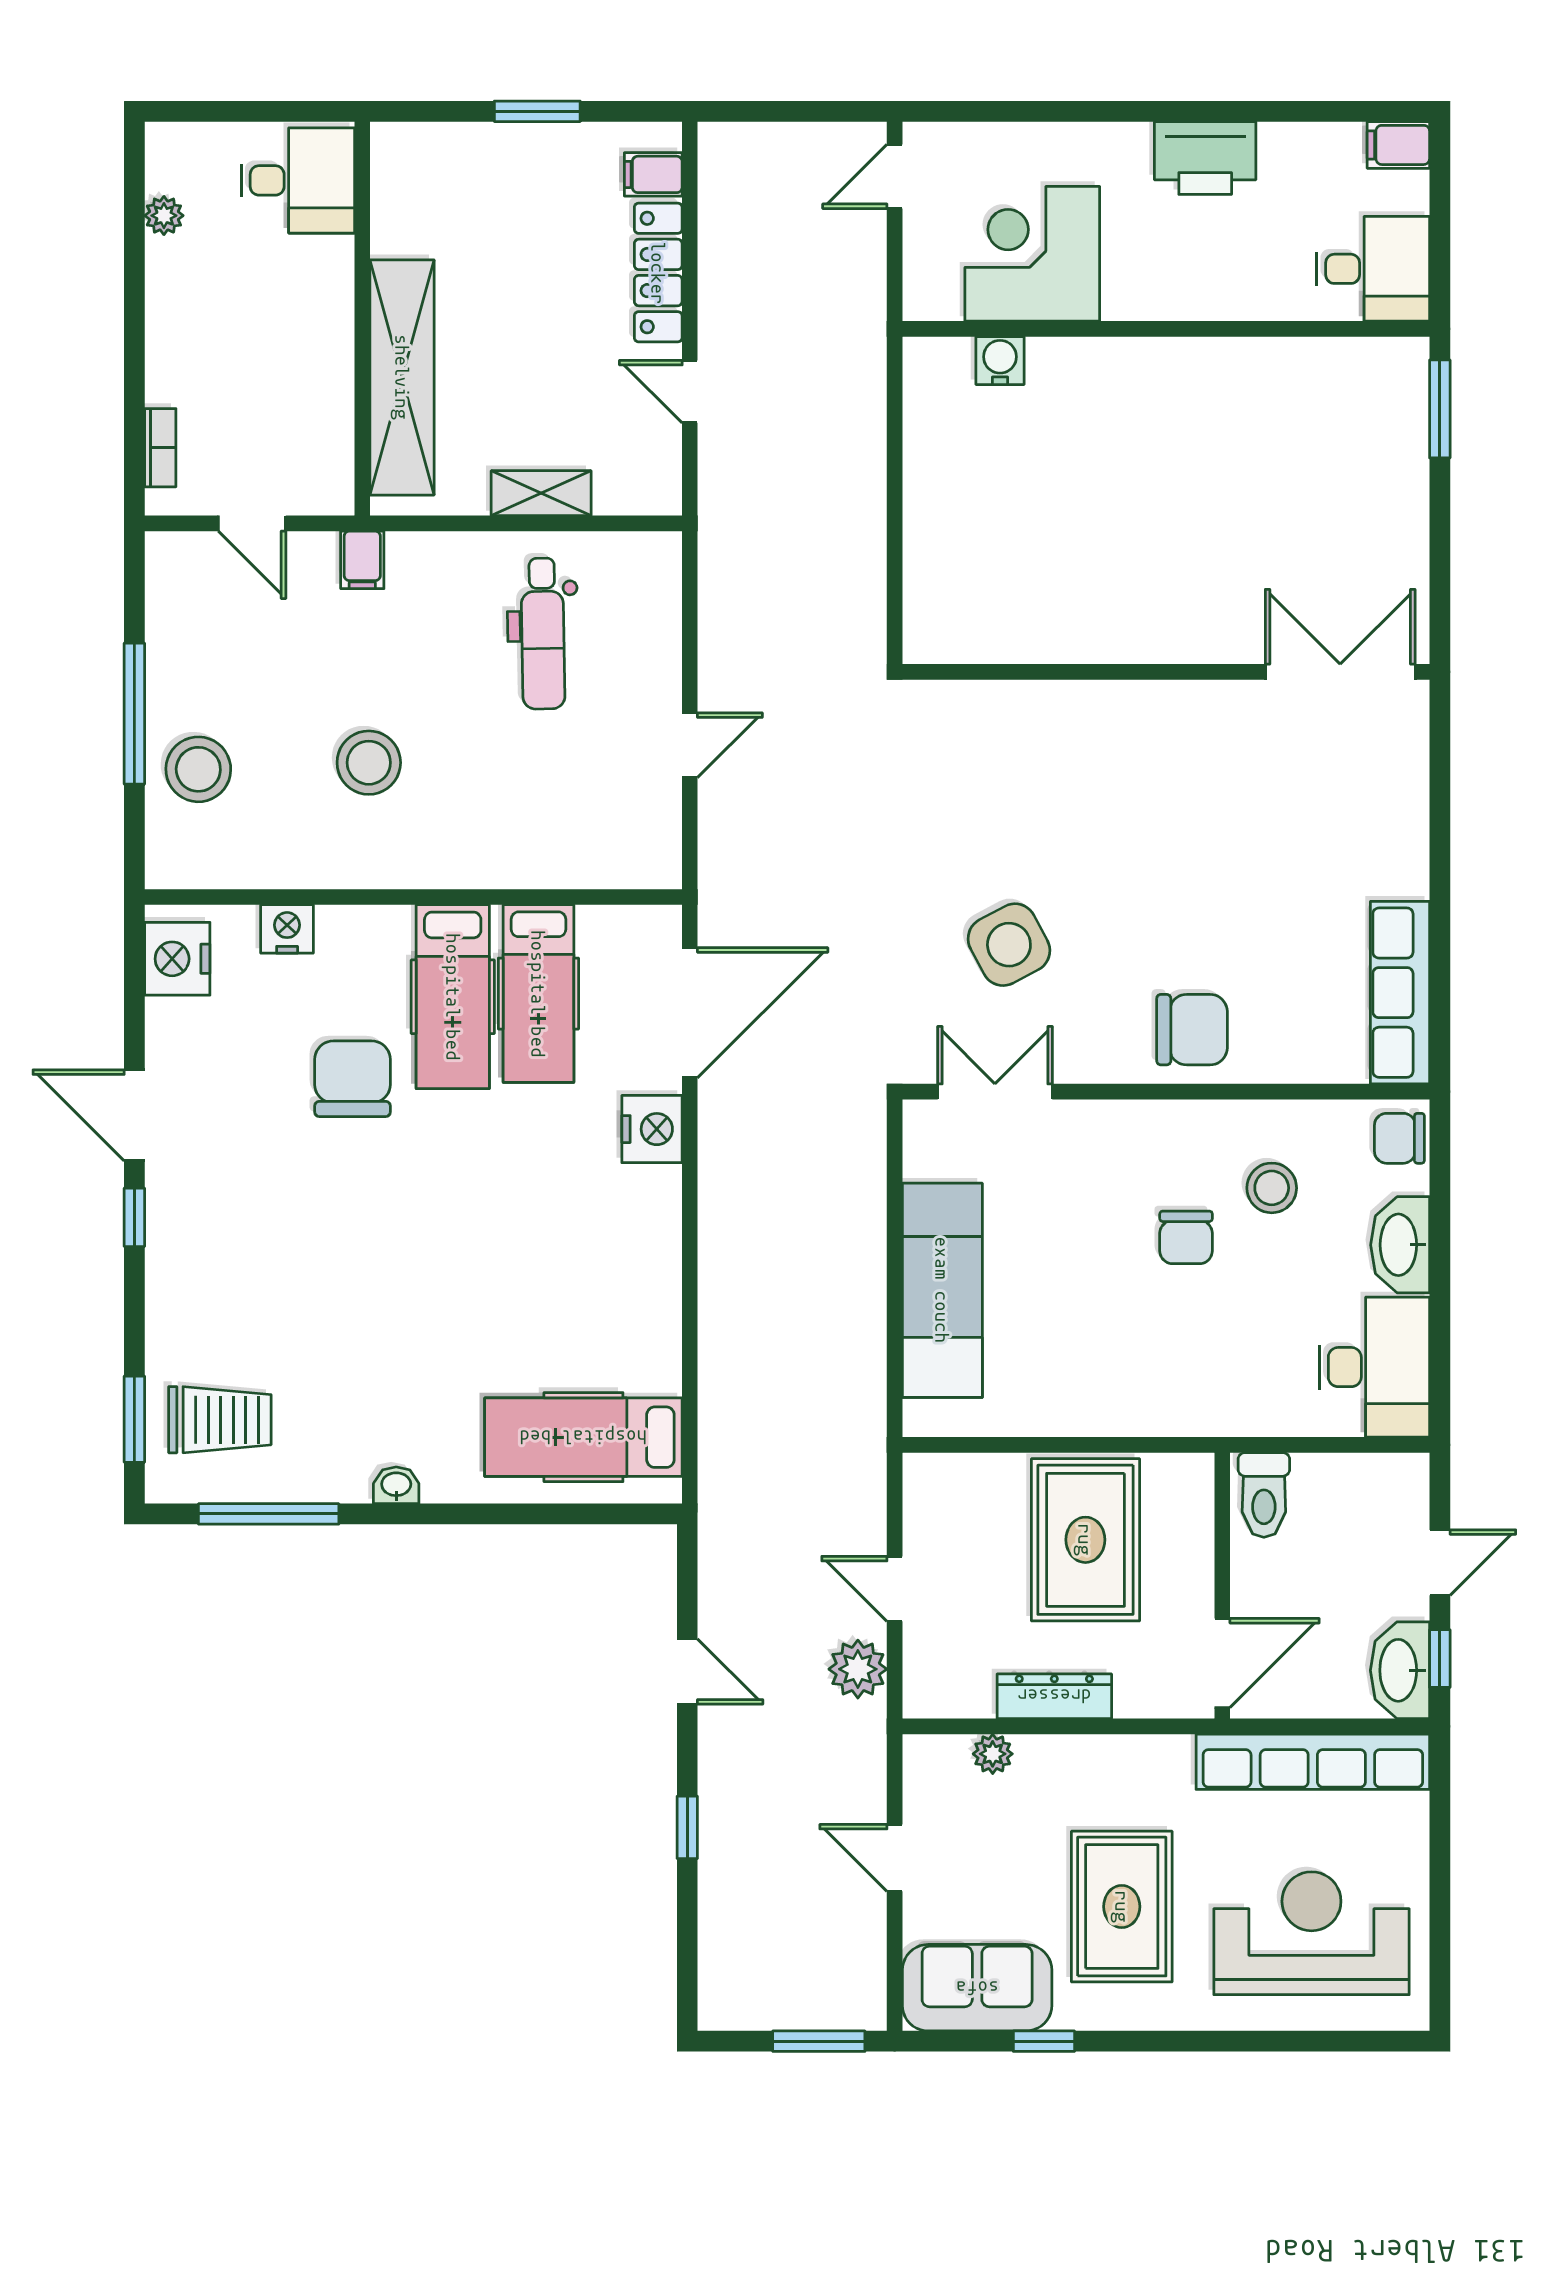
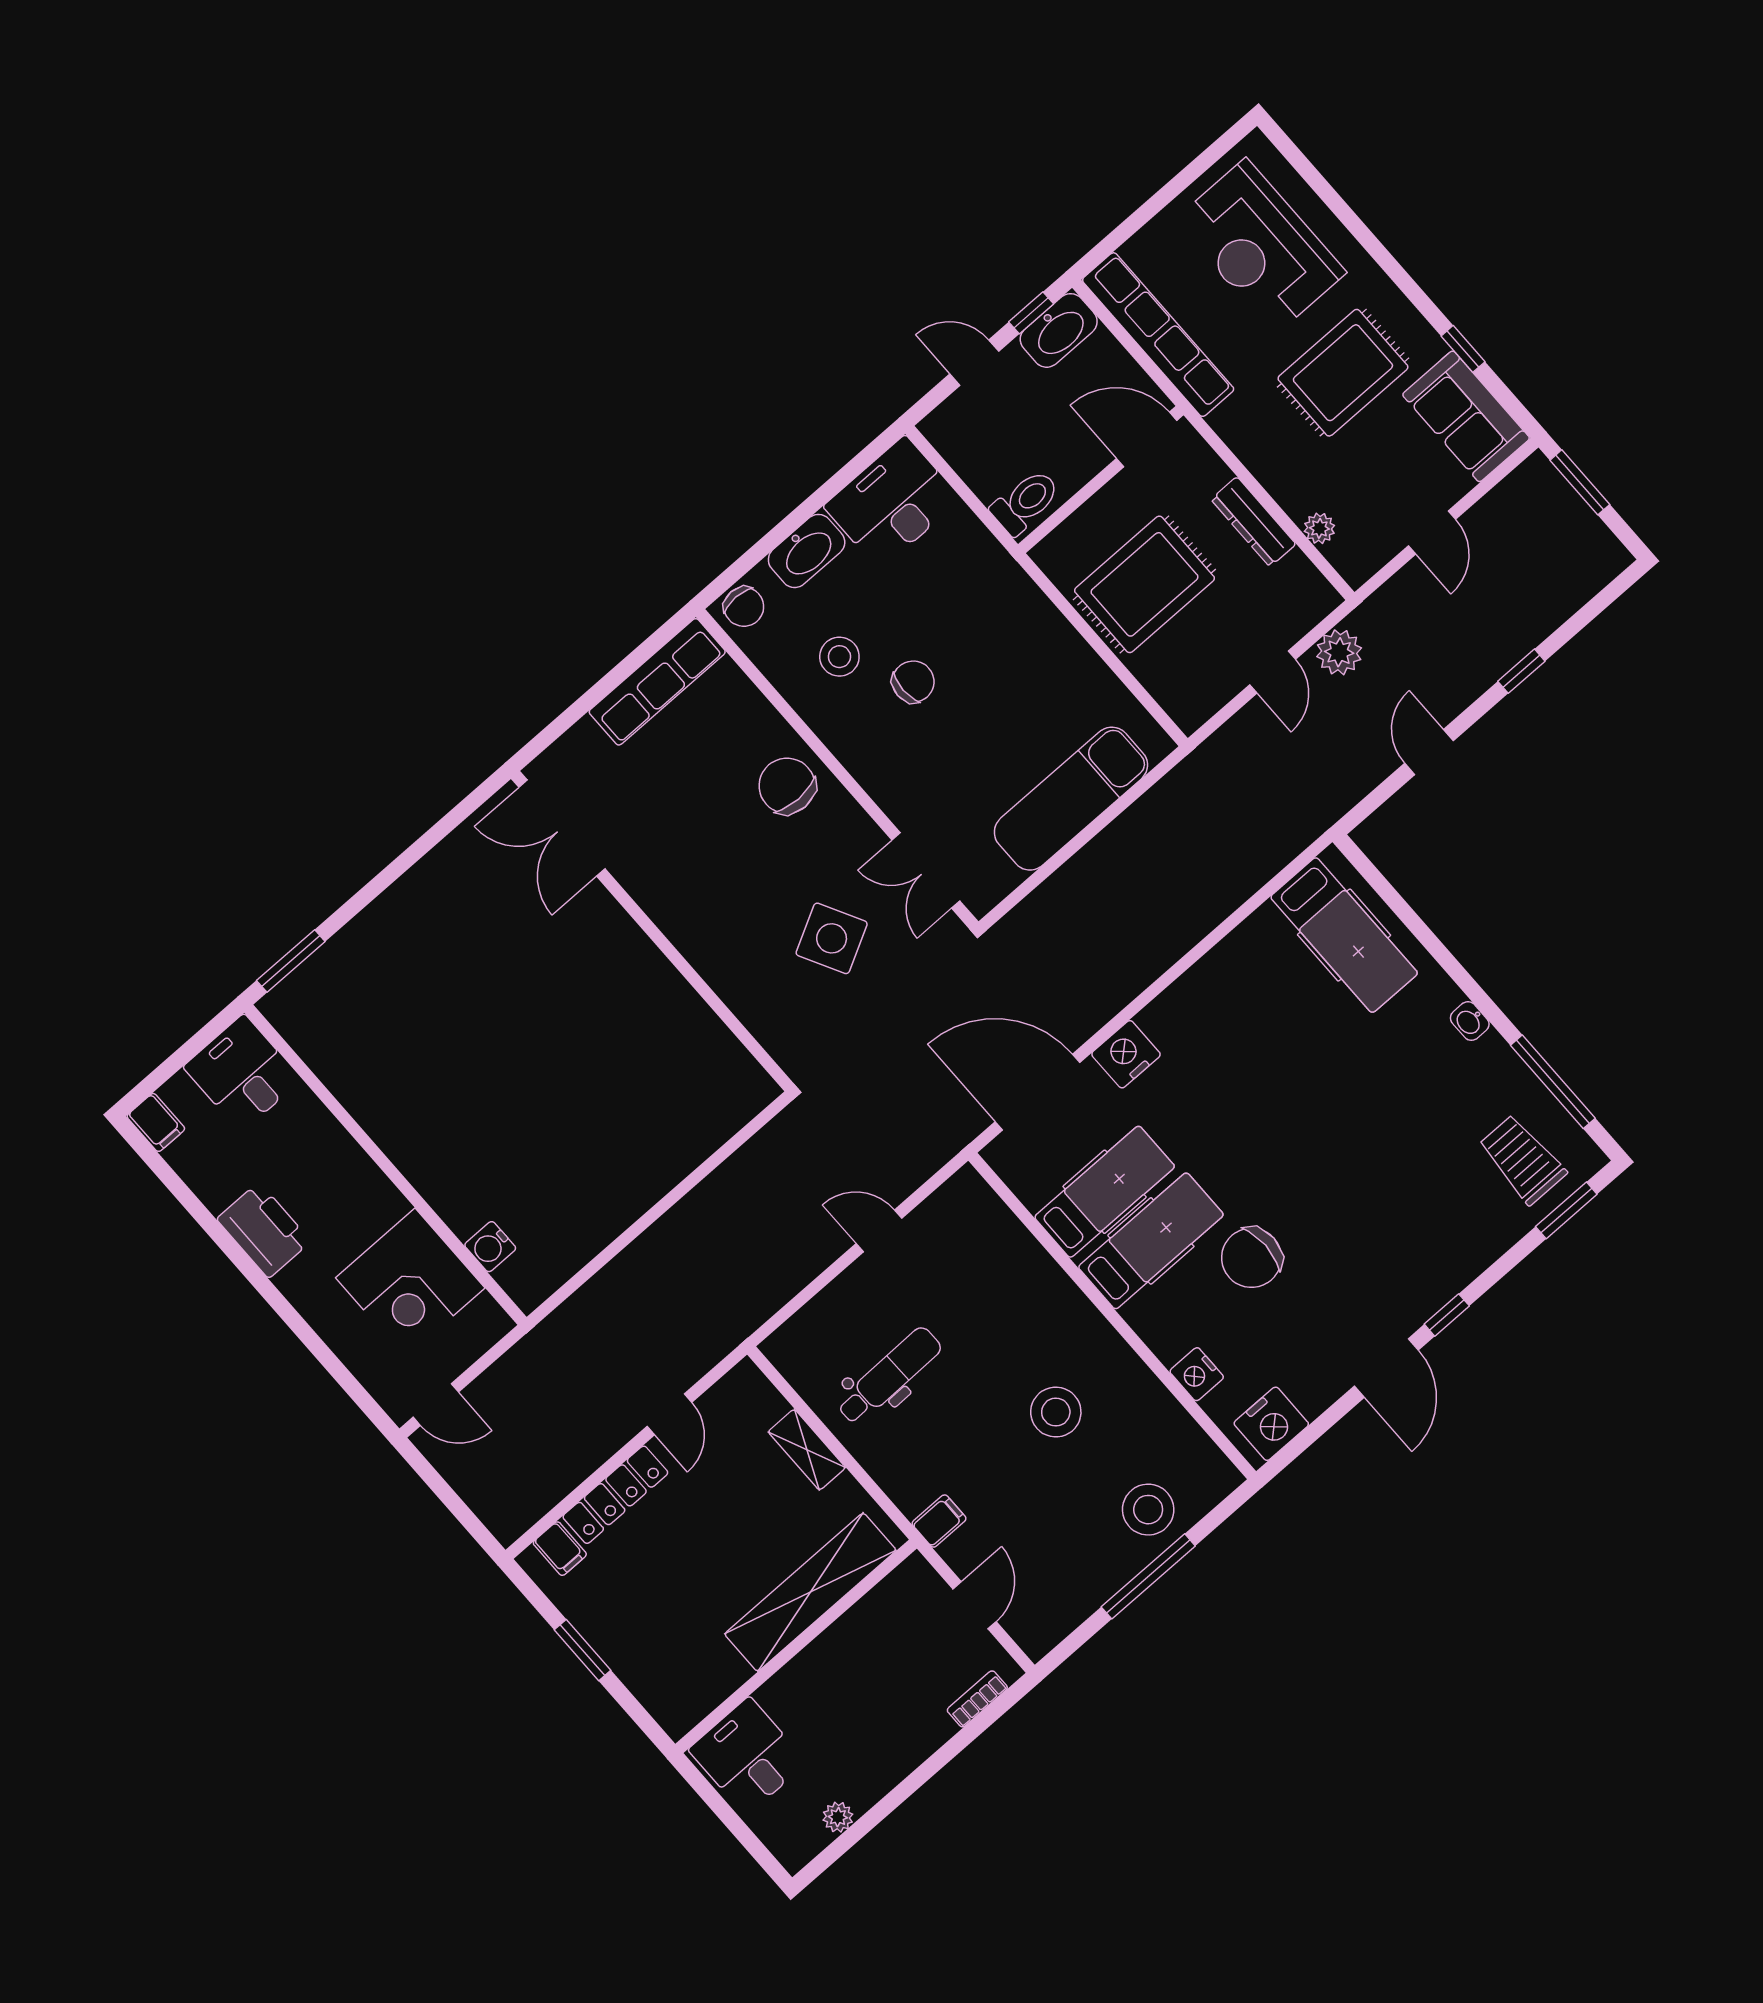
wall: (1166, 672) -> (652, 931), moved
double door: (1340, 672) -> (562, 828), moved

